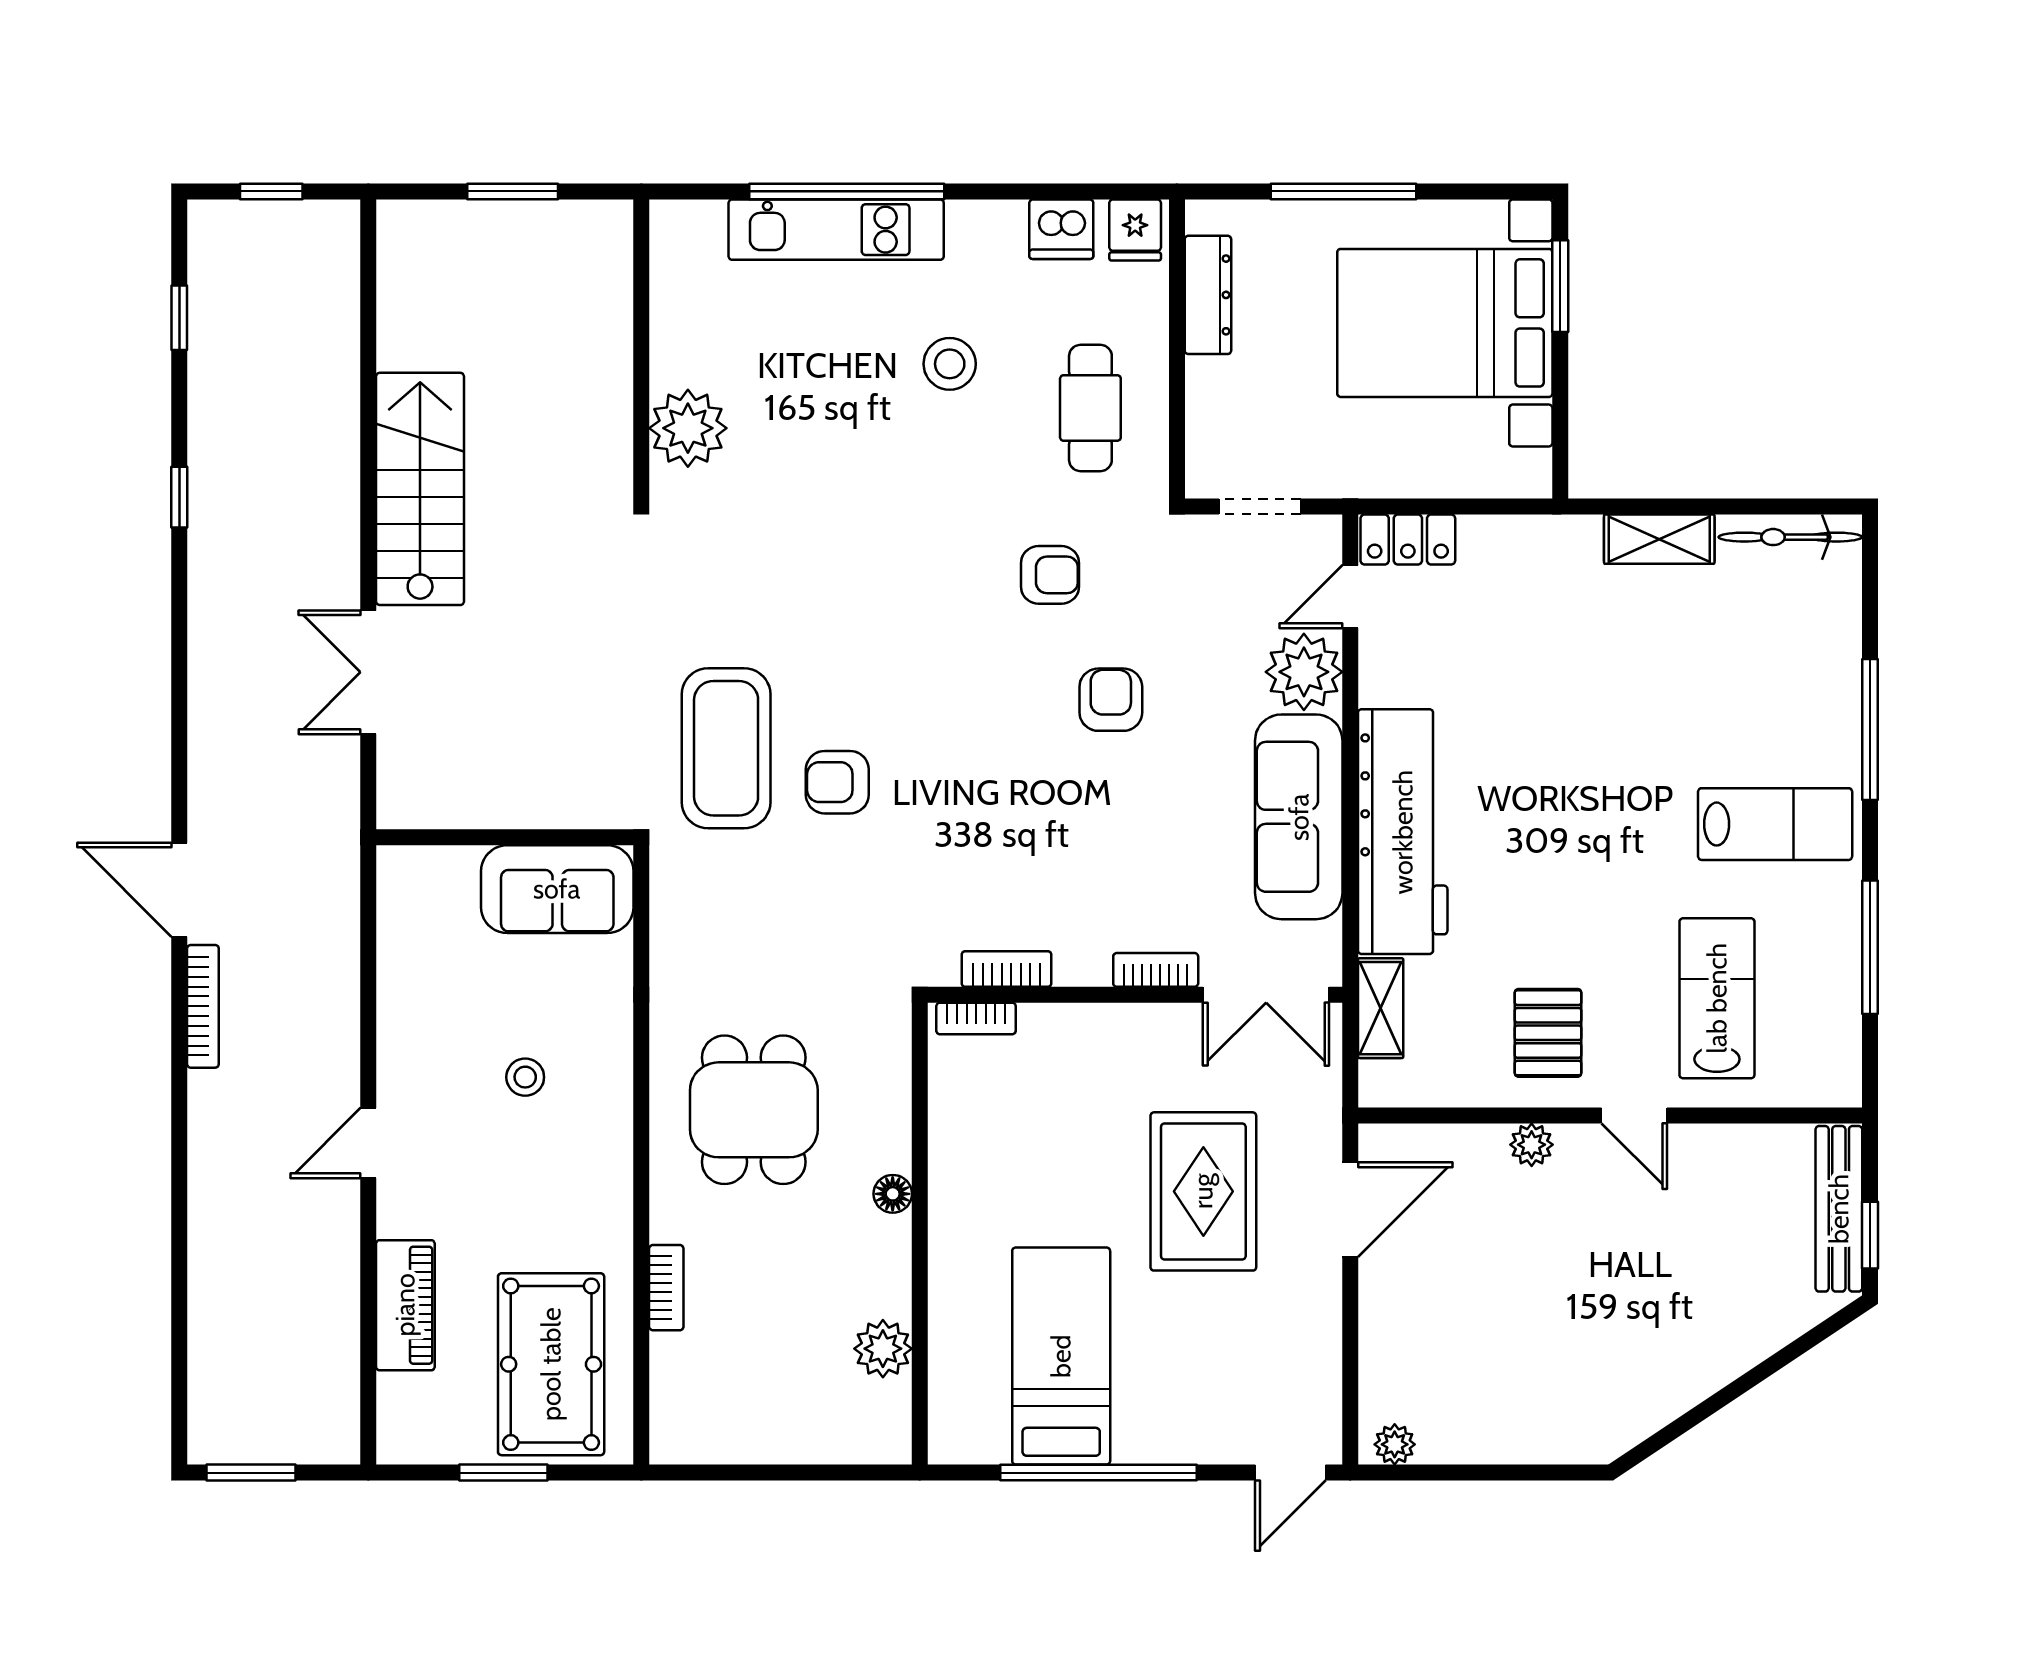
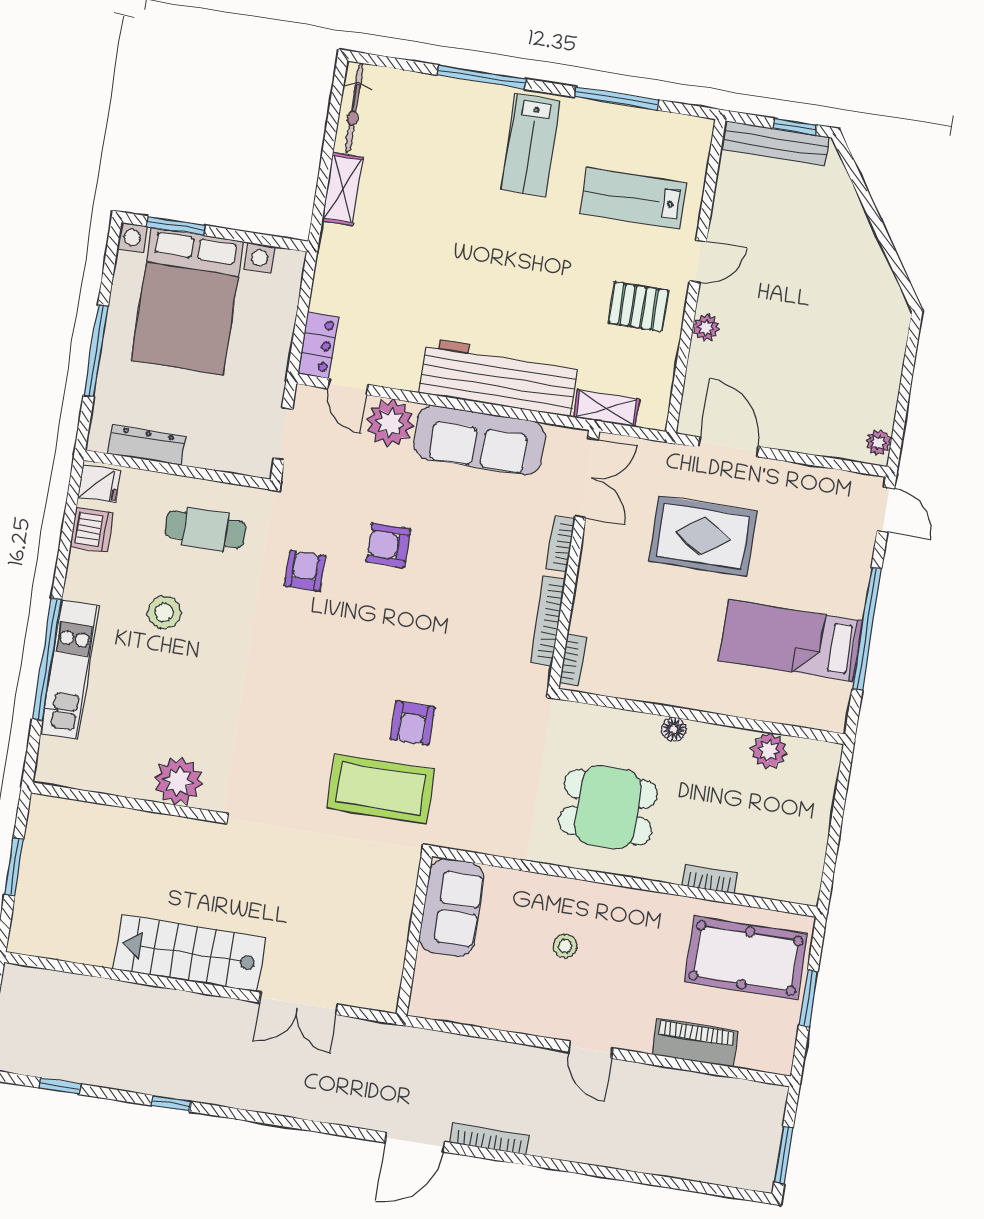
lab bench: (1775, 824) -> (531, 145), turned 180
bookcase: (1007, 969) -> (548, 621), width x1.56

